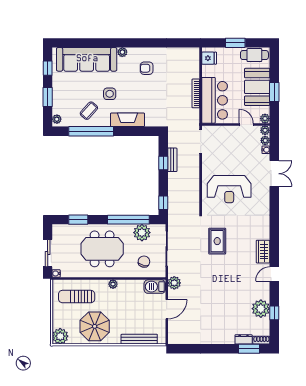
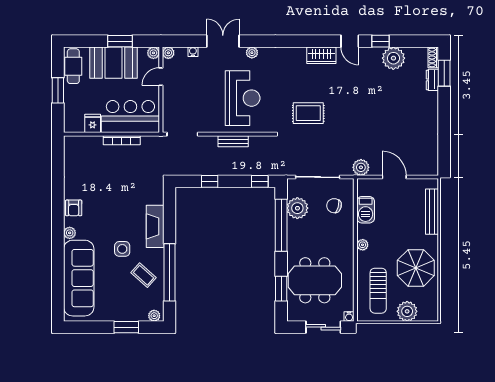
fridge: (209, 58) -> (93, 123), moved
window: (48, 68) -> (90, 327), removed
armchair: (147, 68) -> (74, 208), moved
plant: (265, 140) -> (252, 53), moved
bench: (172, 160) -> (233, 141), moved
meeting table: (102, 249) -> (315, 280), moved, turned 90
barbecue: (155, 287) -> (366, 210), moved
window: (274, 313) -> (380, 41), moved
plant: (60, 336) -> (407, 311), moved

